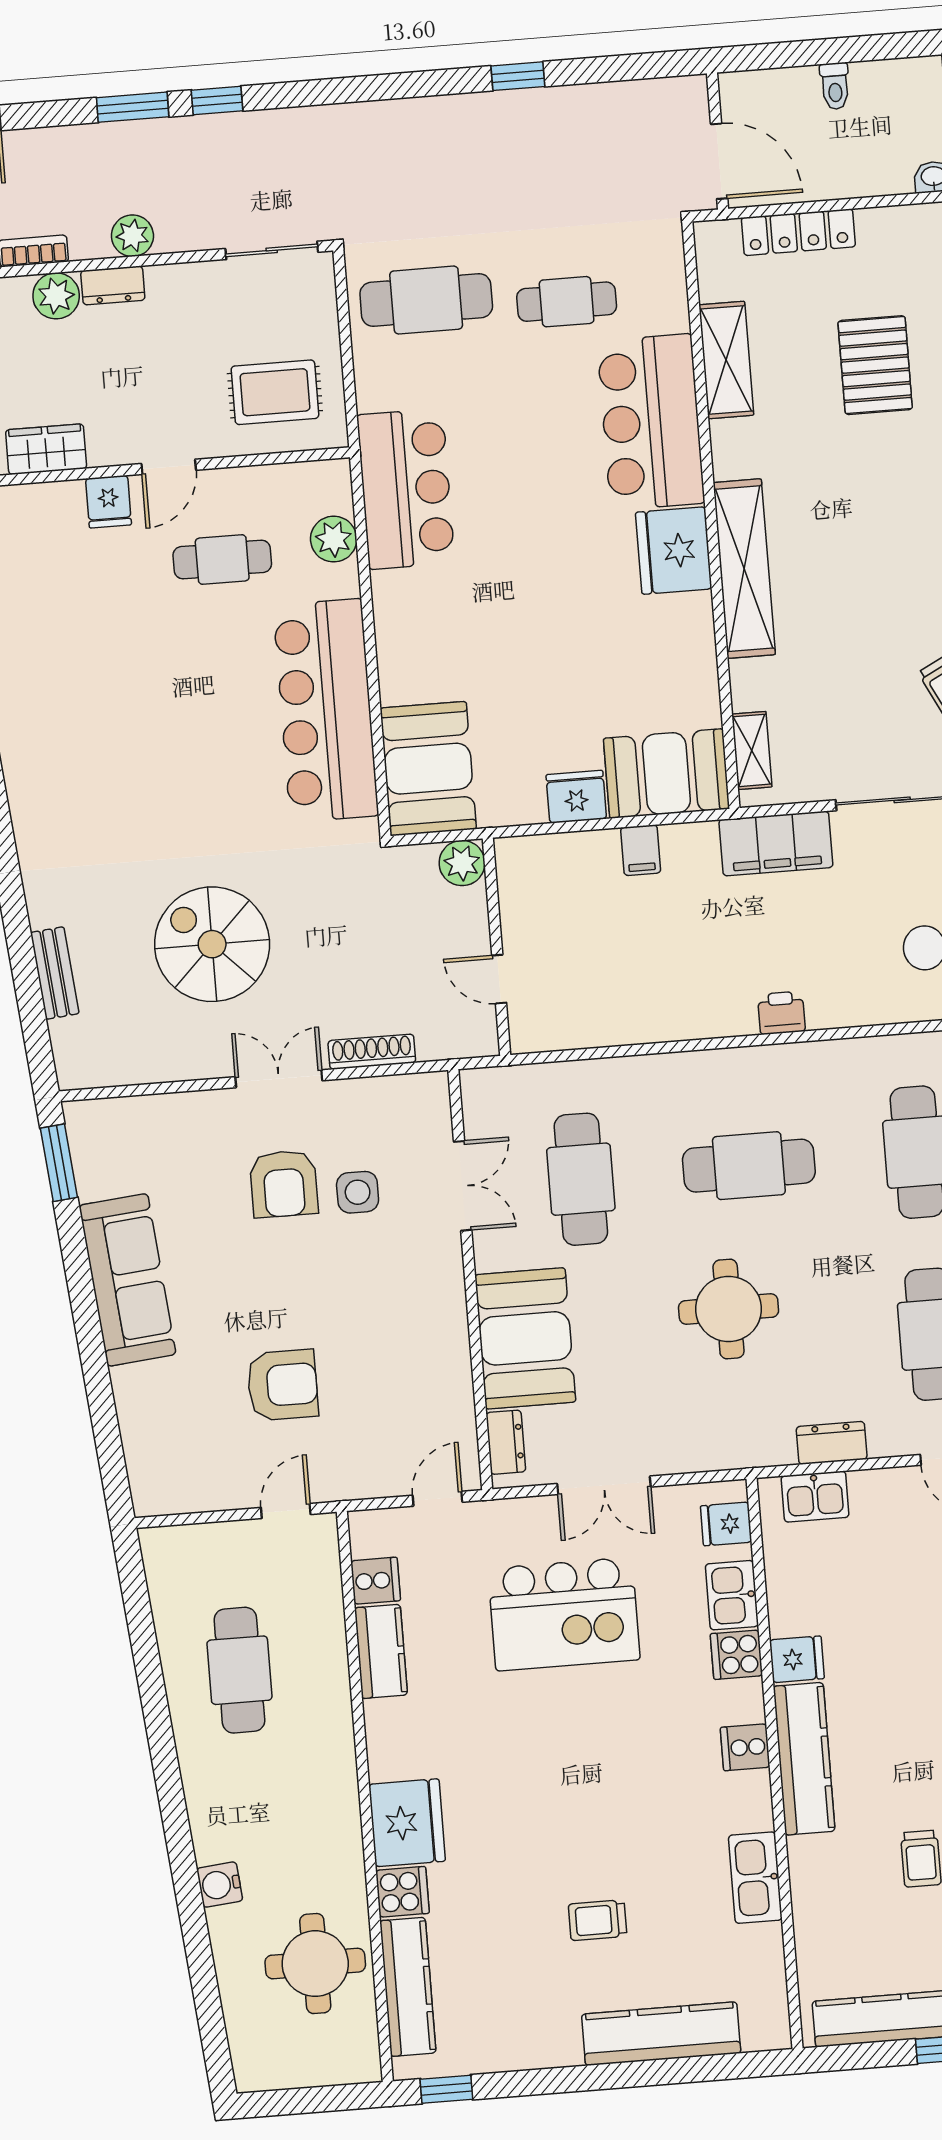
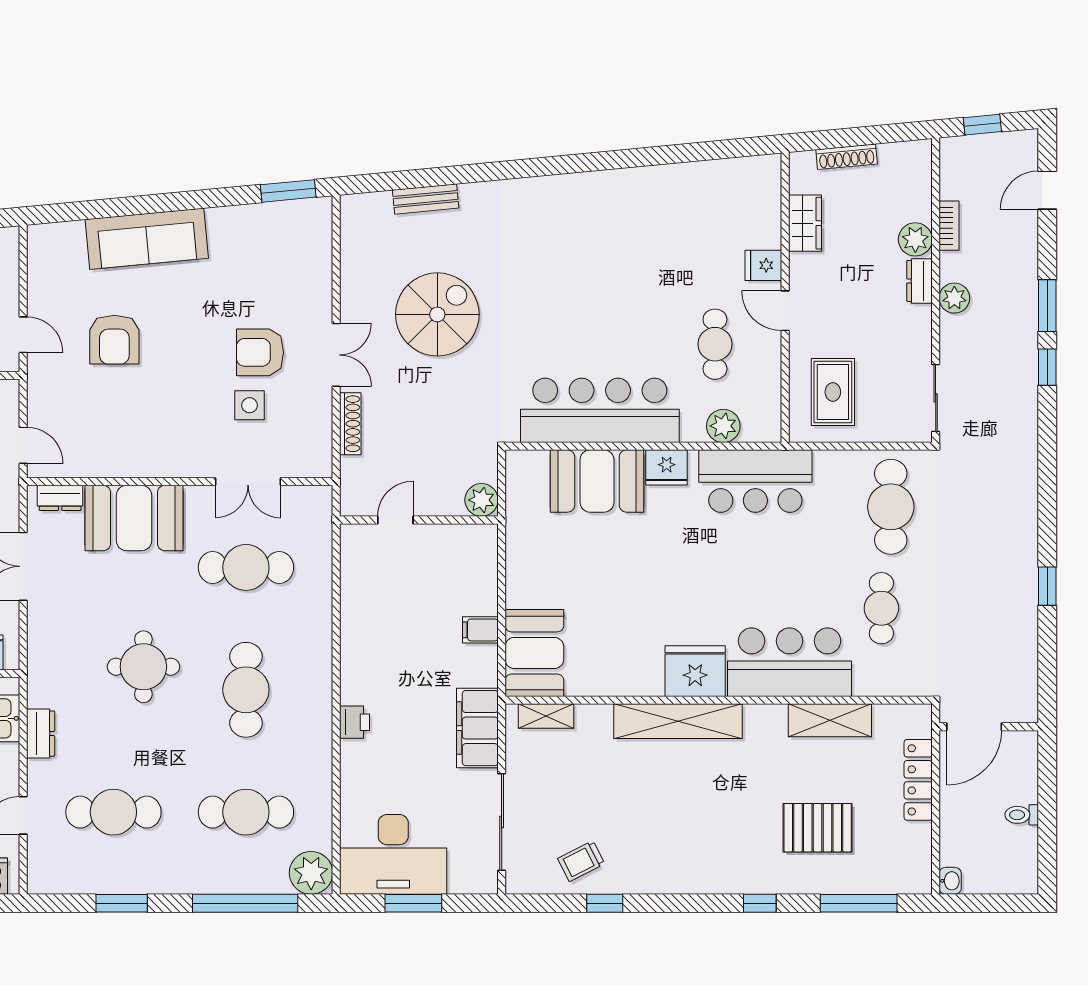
booth: (428, 769) -> (597, 481), moved
fridge: (576, 797) -> (667, 467), moved, turned 90
sofa: (127, 1280) -> (147, 239), moved

